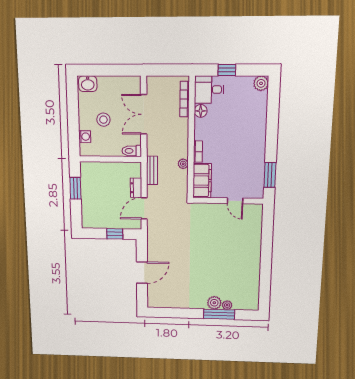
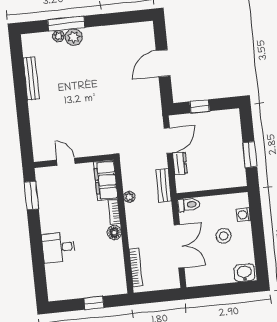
plant: (261, 83) -> (55, 293), removed
desk: (209, 90) -> (58, 247), moved, turned 180
floor lamp: (201, 111) -> (114, 233), moved
bench: (255, 274) -> (31, 78), added

